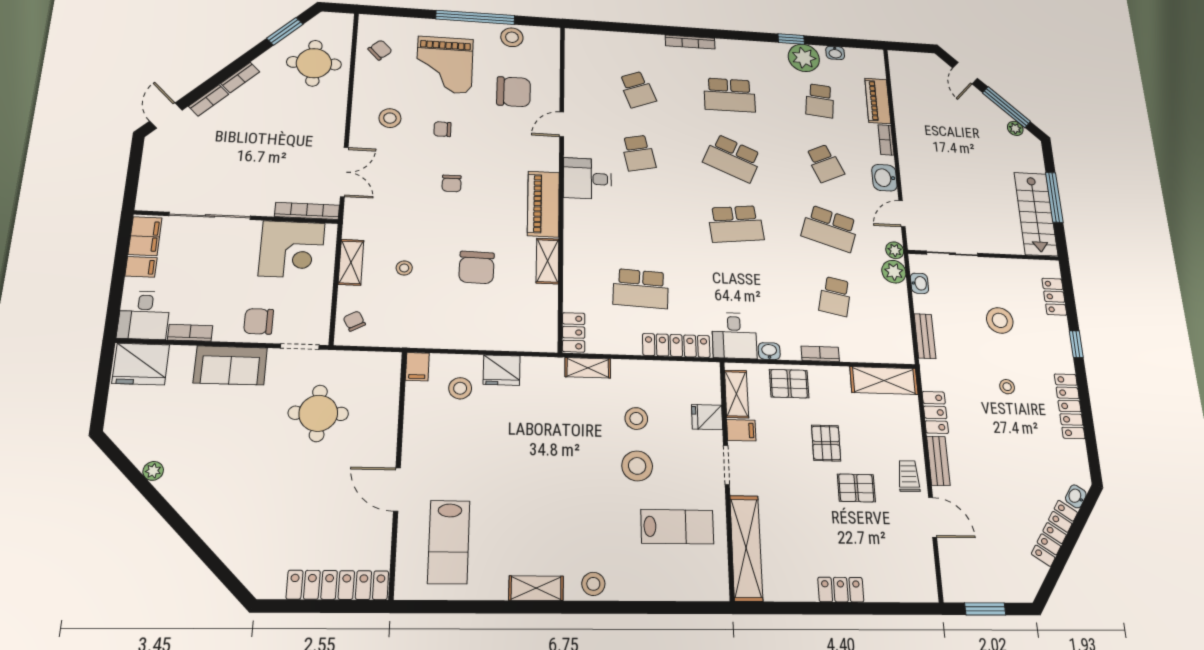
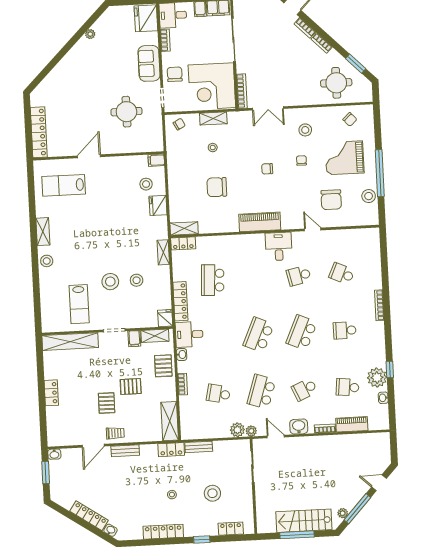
school desk: (637, 89) -> (342, 274), turned 45
school desk: (730, 95) -> (345, 330), width x0.54
stairs: (1036, 214) -> (304, 521), moved
school desk: (736, 224) -> (259, 335), turned 30
corner desk: (292, 249) -> (212, 86), width x1.36, depth x1.36
shelving: (547, 261) -> (184, 228), moved
washbasin: (919, 283) -> (54, 454), moved
locker: (935, 412) -> (171, 450), moved
fridge: (707, 417) -> (165, 318), moved

